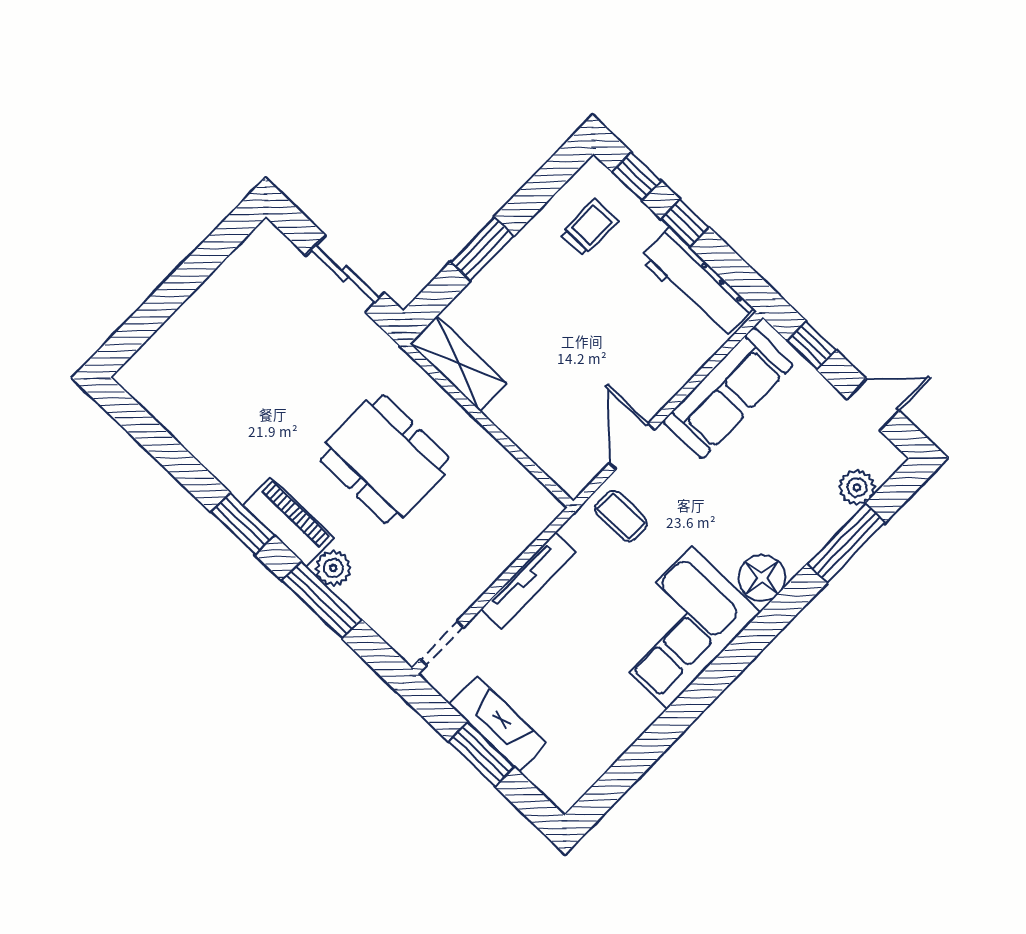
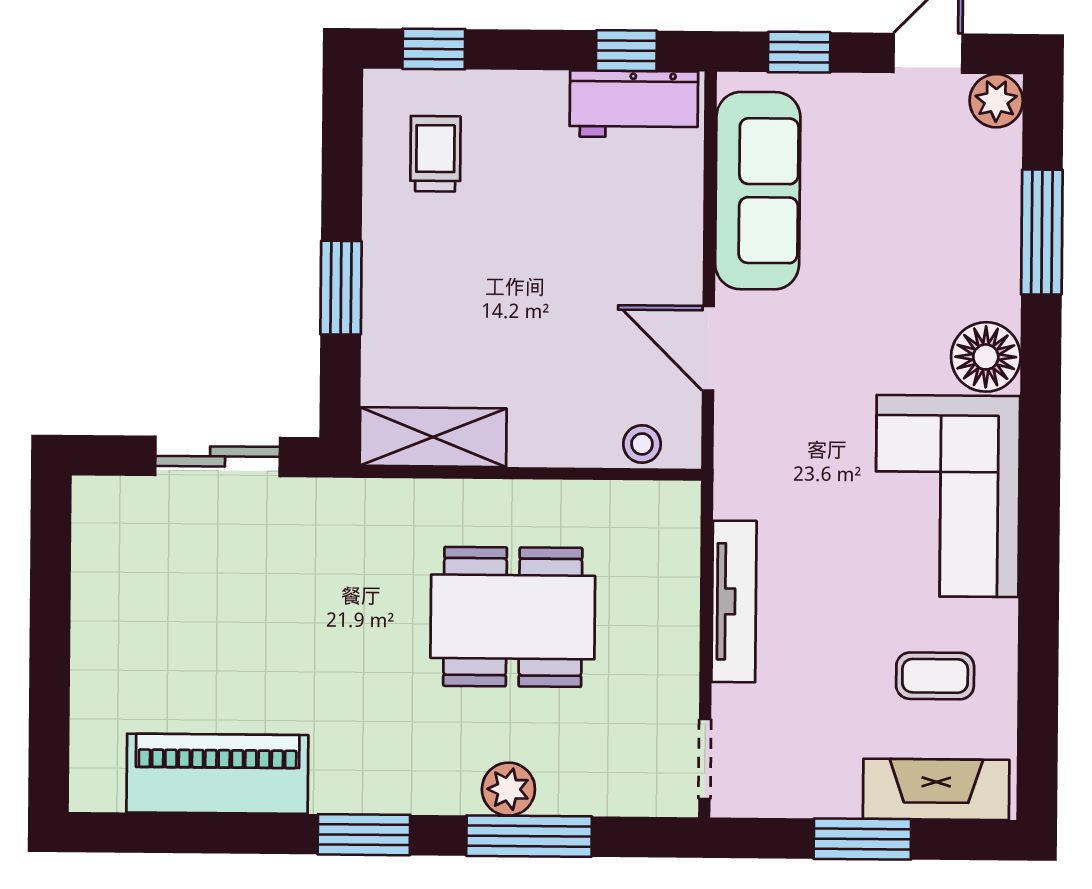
window: (685, 223) -> (626, 51), moved
workbench: (696, 283) -> (634, 104), width x0.73
dining table: (385, 459) -> (513, 617), moved
stool: (556, 462) -> (642, 444), added
plant: (857, 487) -> (996, 101), moved
coffee table: (621, 516) -> (935, 676), moved
piano: (288, 522) -> (217, 774), moved, width x1.37, depth x1.33
fireplace: (498, 724) -> (936, 789), moved

